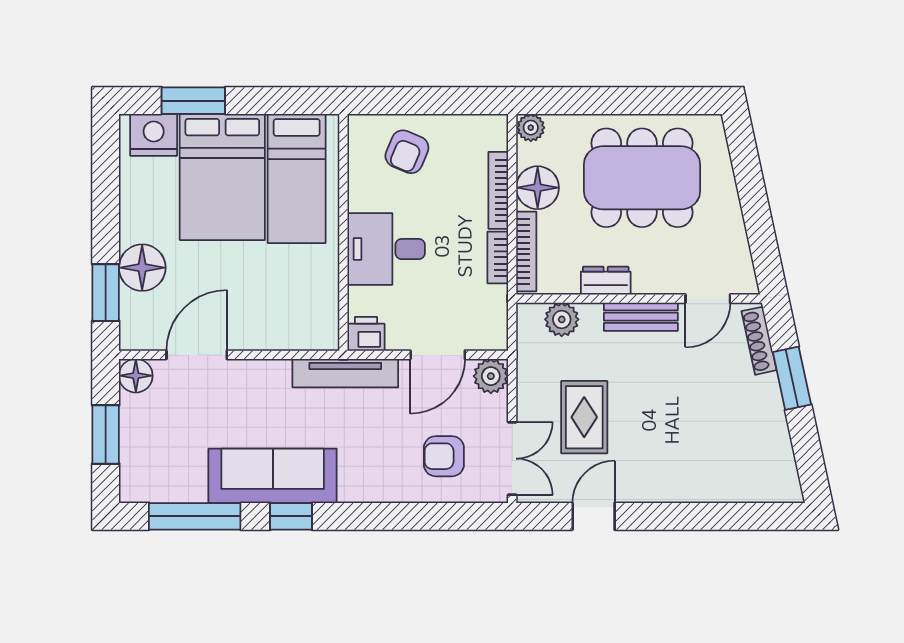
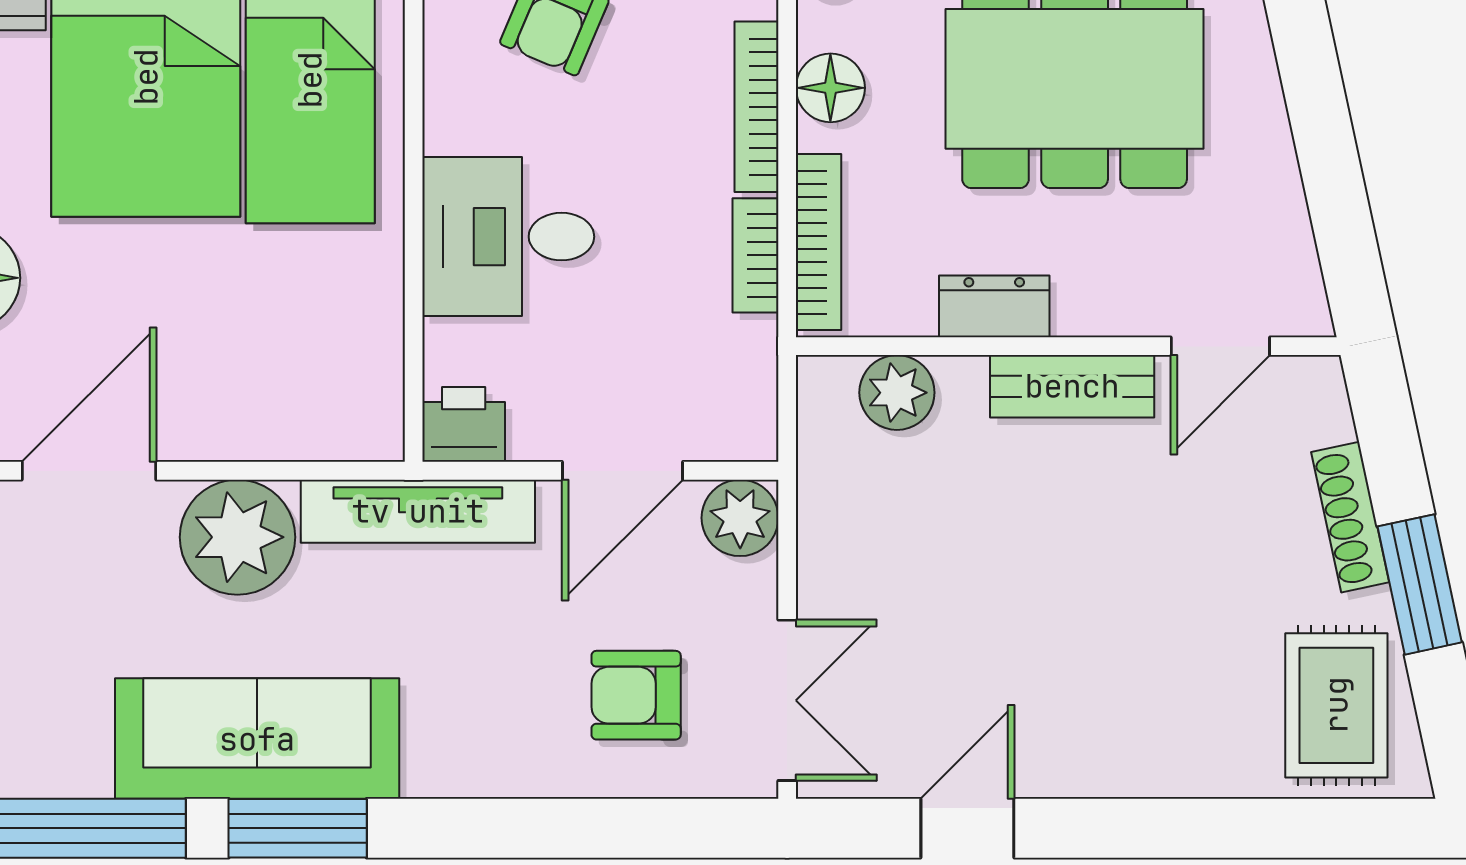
floor lamp: (538, 188) -> (830, 88), width x0.73, depth x0.73
shoe rack: (759, 341) -> (1350, 517), moved
window: (792, 378) -> (1420, 584), moved
plant: (264, 385) -> (237, 537), added
rug: (584, 417) -> (1336, 705), moved
window: (291, 516) -> (298, 828), width x1.50

